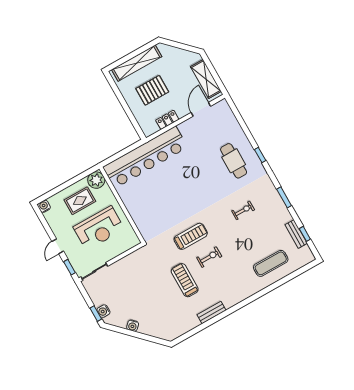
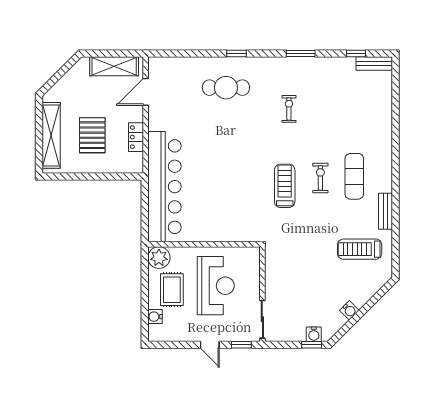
door: (201, 109) -> (146, 92), hinge flipped
water cooler: (44, 206) -> (155, 317), moved
bench: (296, 234) -> (374, 63), moved
exercise mat: (271, 263) -> (354, 176), moved
treadmill: (185, 280) -> (360, 249), moved

